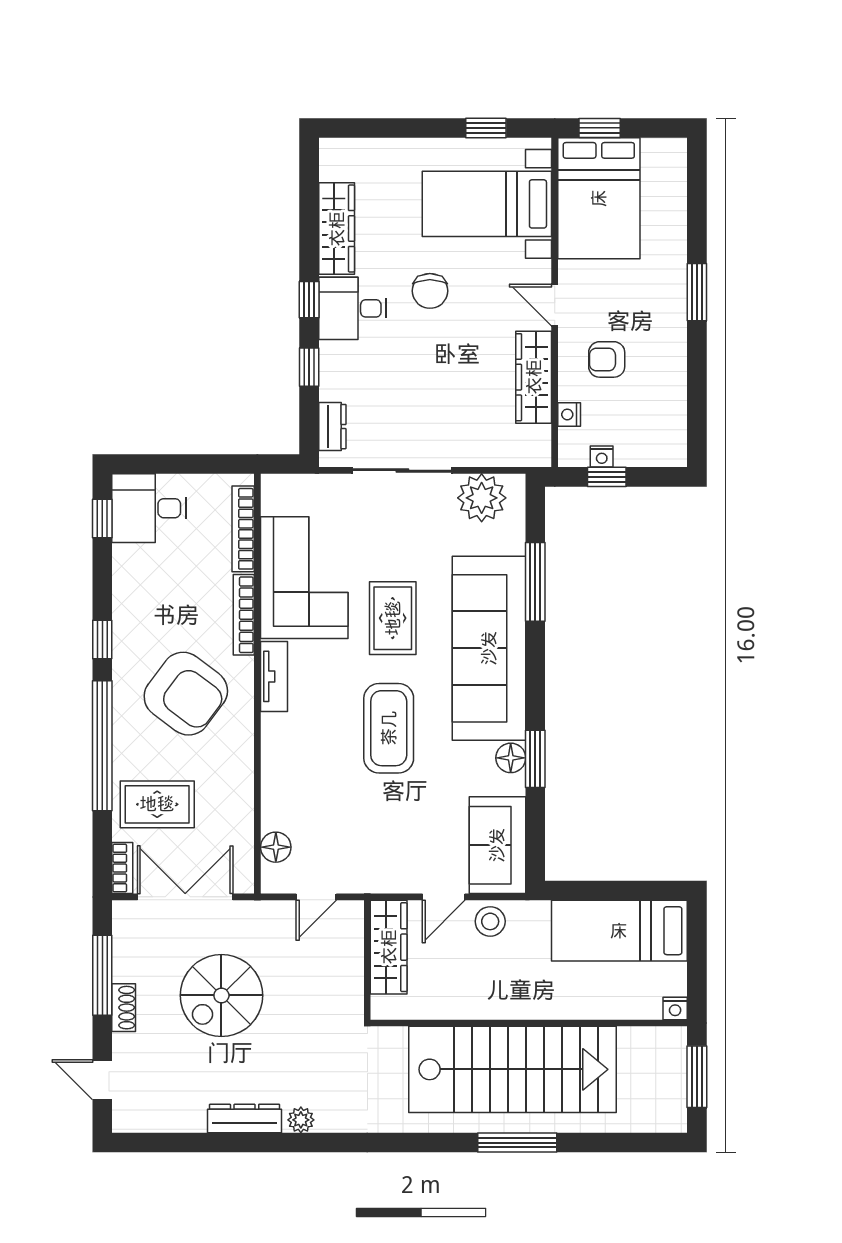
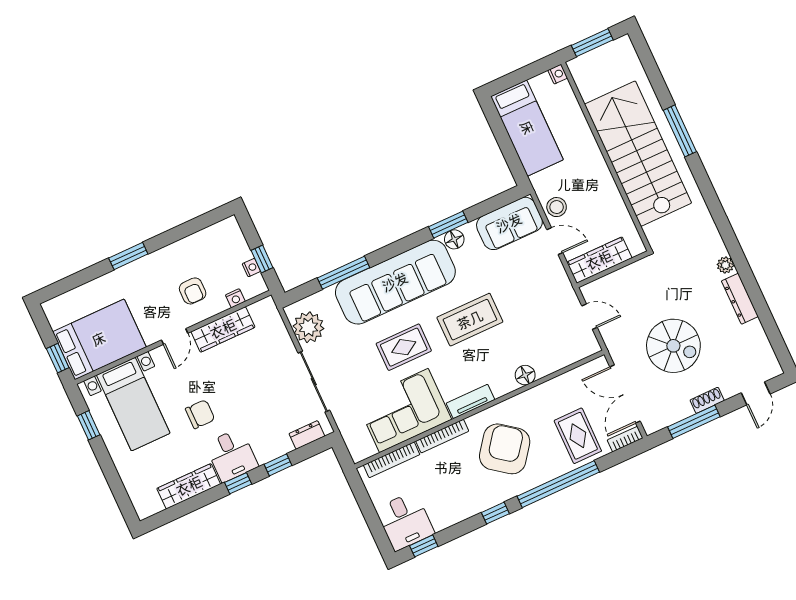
floor lamp: (276, 847) -> (525, 375), moved

